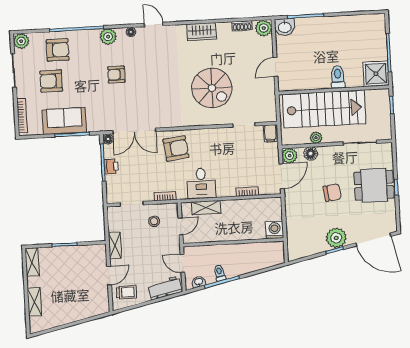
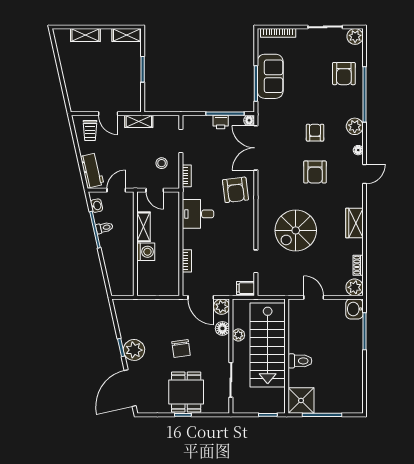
armchair: (51, 81) -> (315, 172), moved, turned 180
shelving: (206, 208) -> (143, 227), moved
washing machine: (275, 230) -> (146, 252), moved

